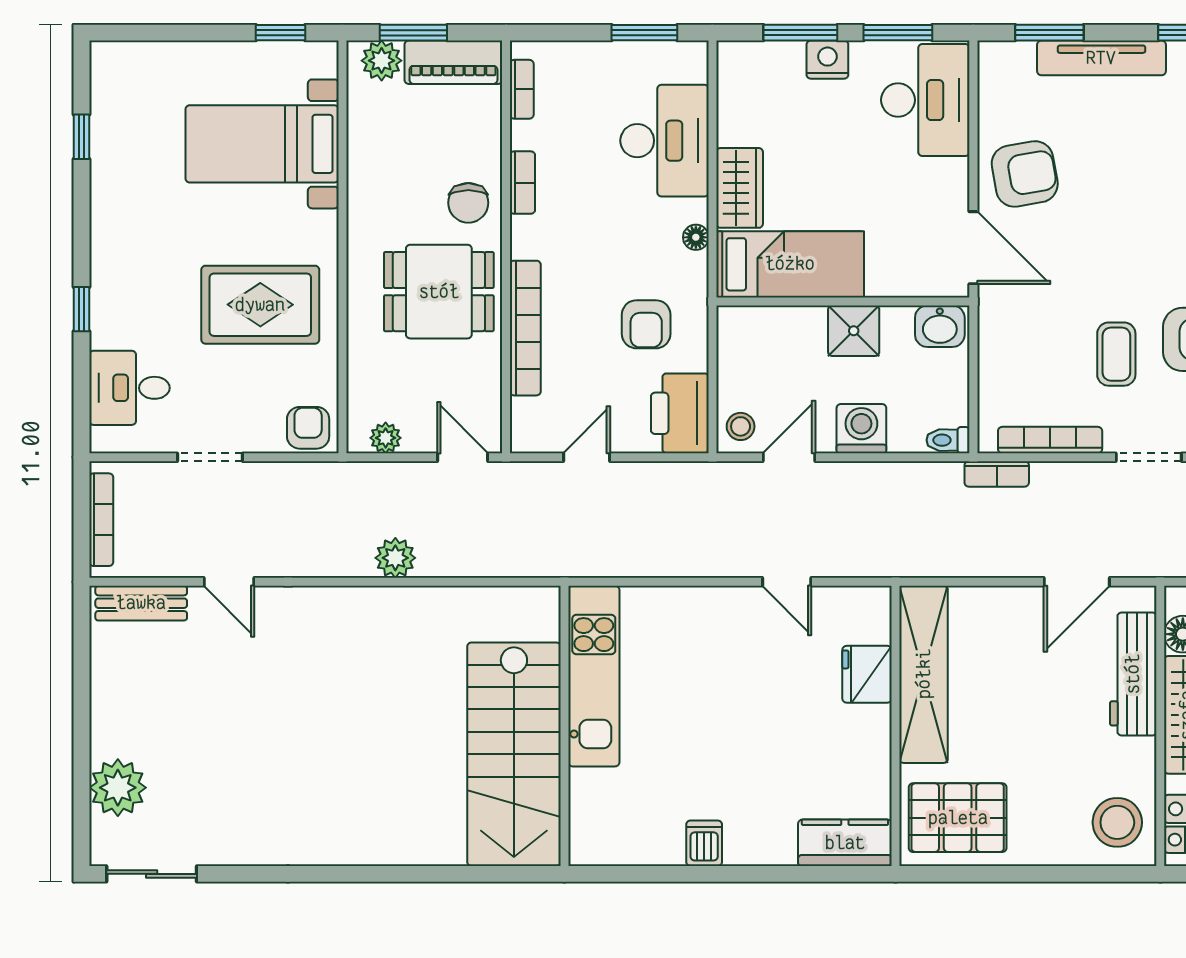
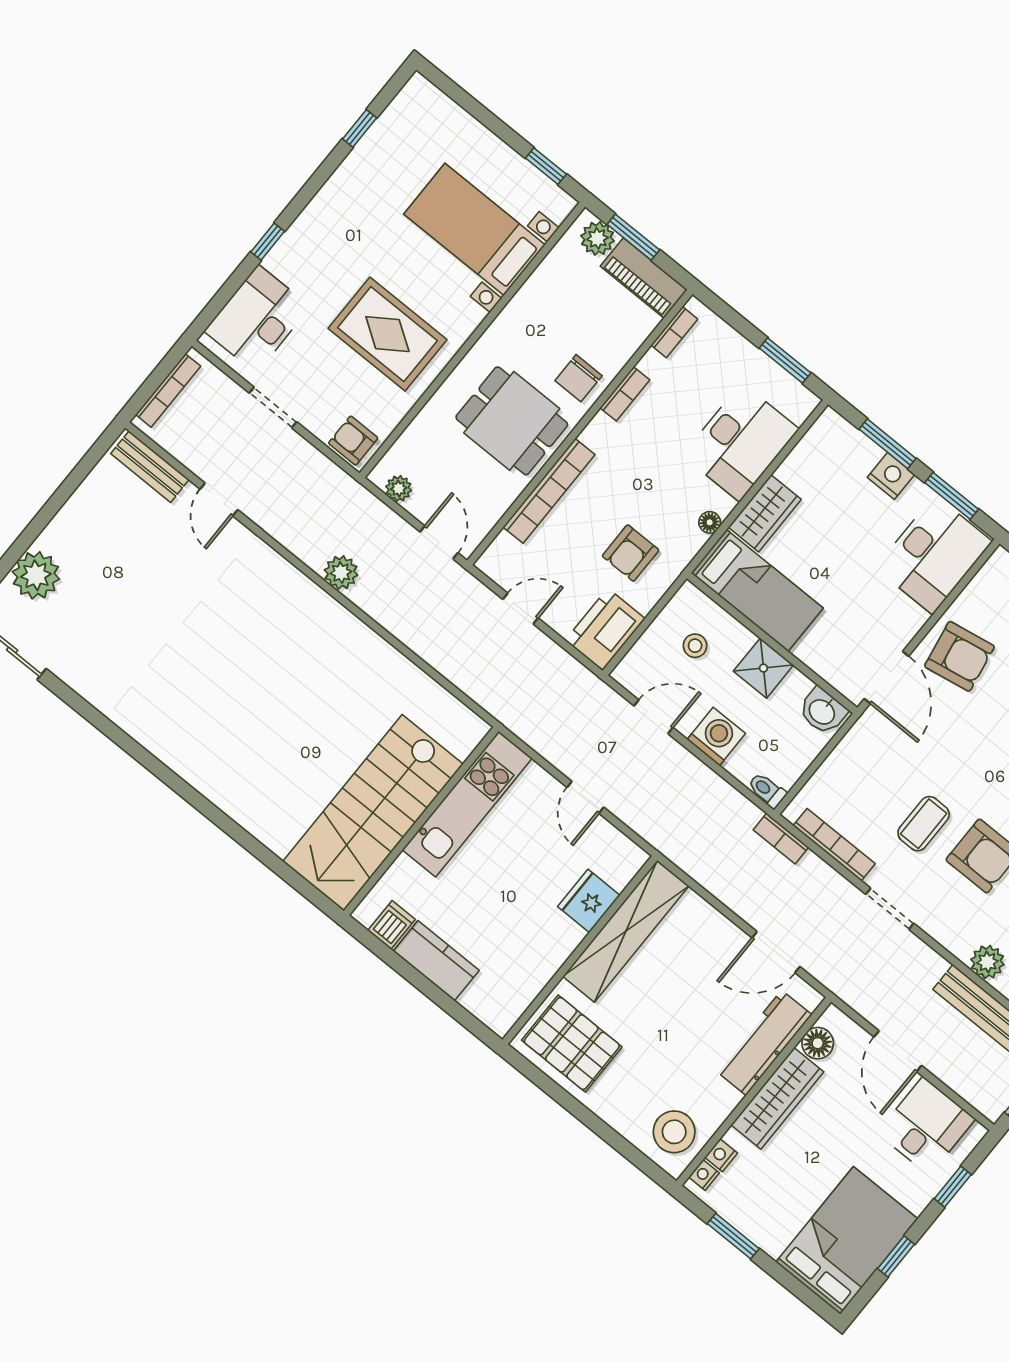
desk: (129, 388) -> (257, 319), width x1.37
stool: (741, 426) -> (695, 646), moved
armchair: (308, 428) -> (353, 441), turned -90
kitchen unit: (594, 676) -> (467, 804), moved
wall: (564, 726) -> (421, 821), moved
stairs: (514, 754) -> (373, 813), moved
kitchen counter: (845, 843) -> (436, 961), moved

